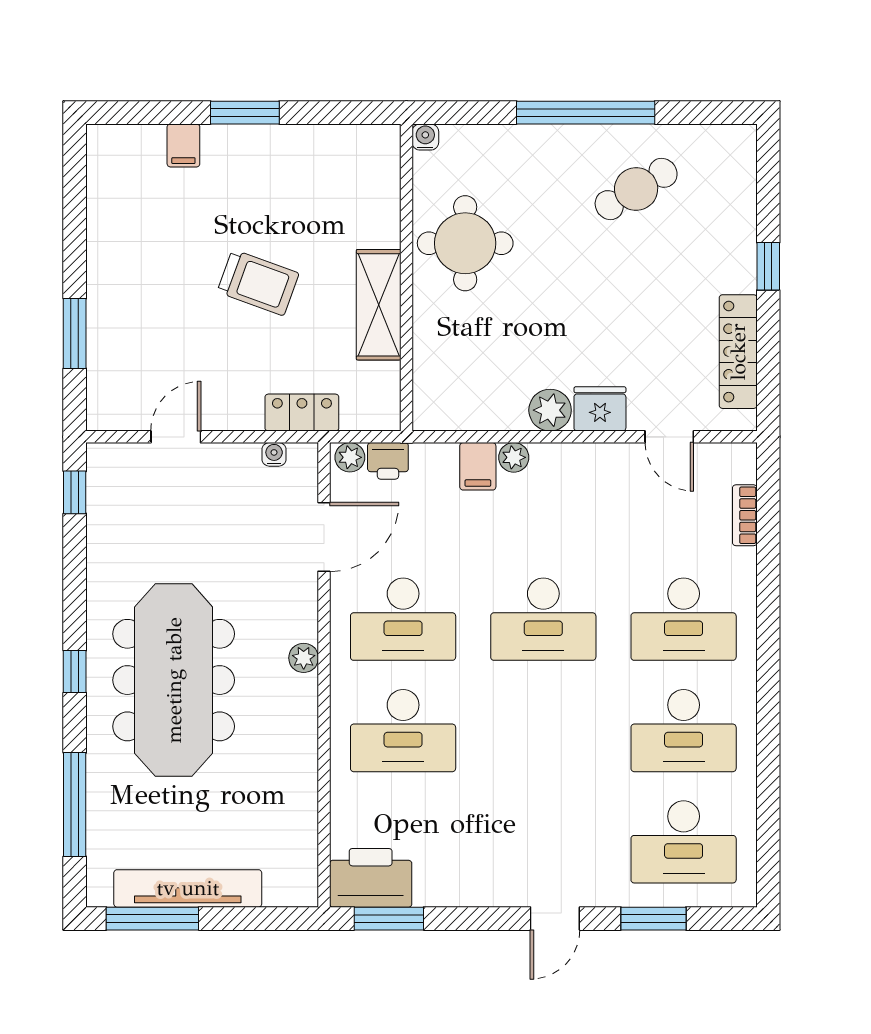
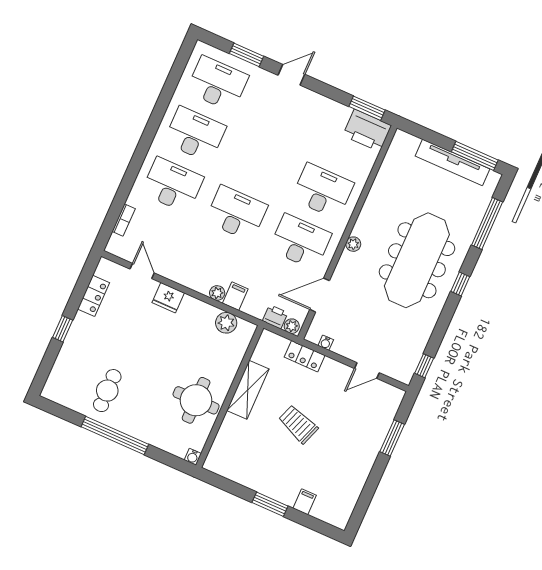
cafe table: (636, 189) -> (107, 391), turned -59
locker: (738, 352) -> (94, 296), width x0.66
plant: (550, 410) -> (226, 323), moved

